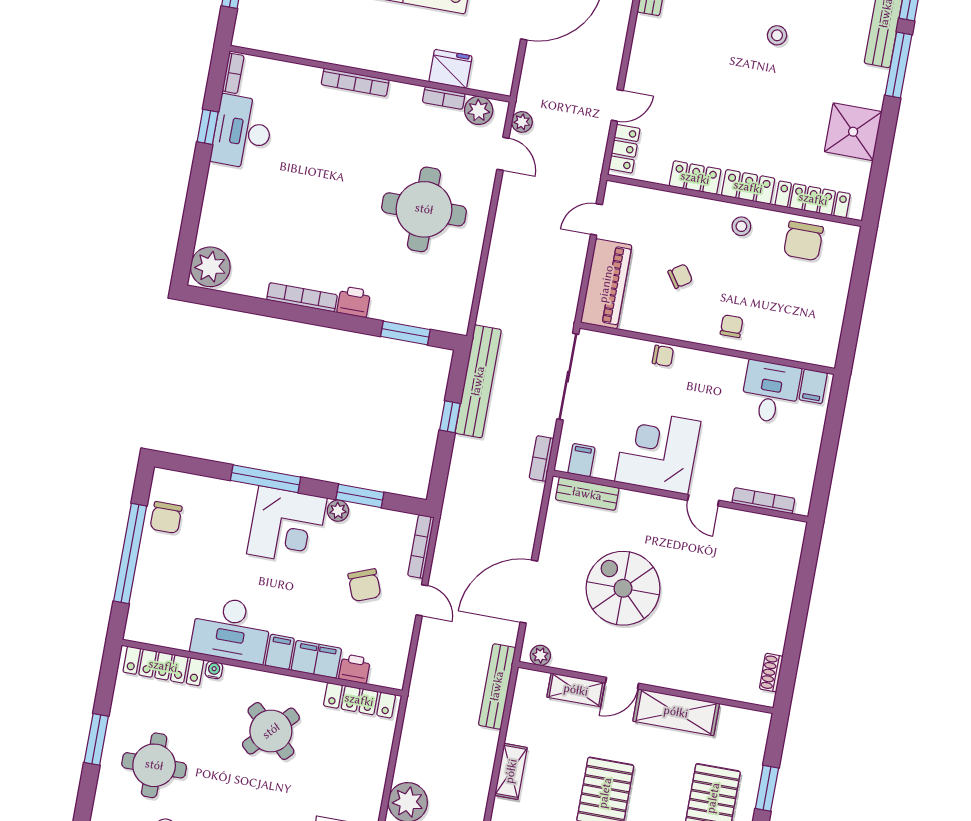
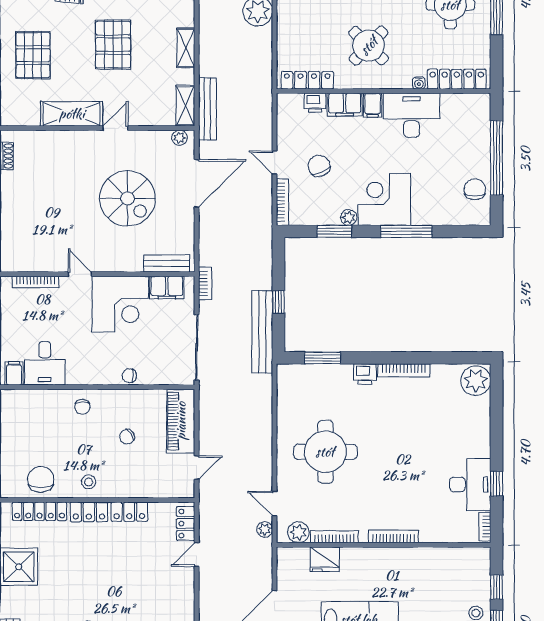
bookcase: (444, 98) -> (334, 537), width x1.56
filing cabinet: (581, 460) -> (167, 287), width x2.00
shelving: (576, 690) -> (185, 106), moved, turned 90

